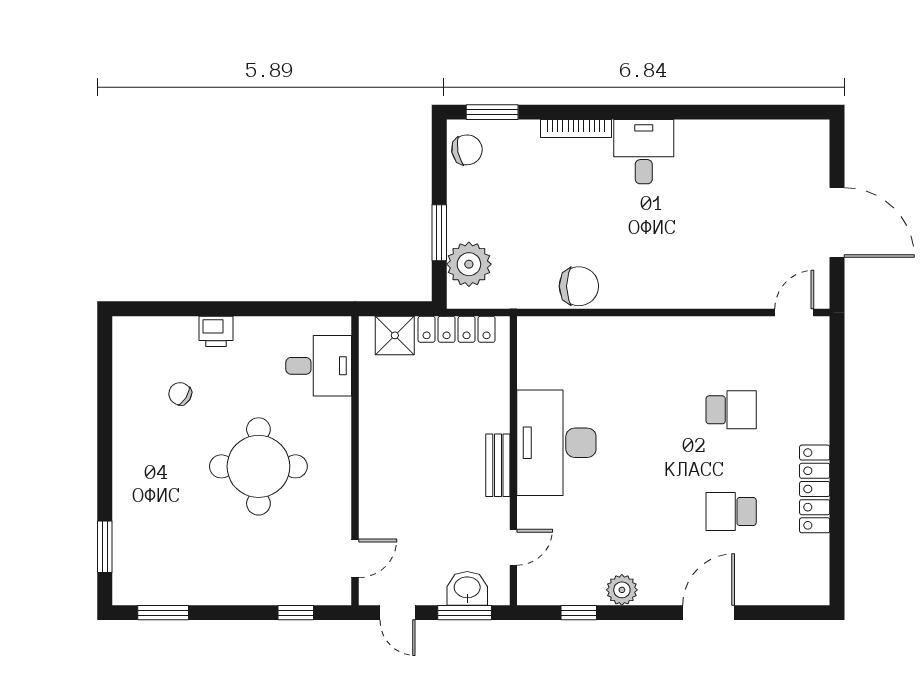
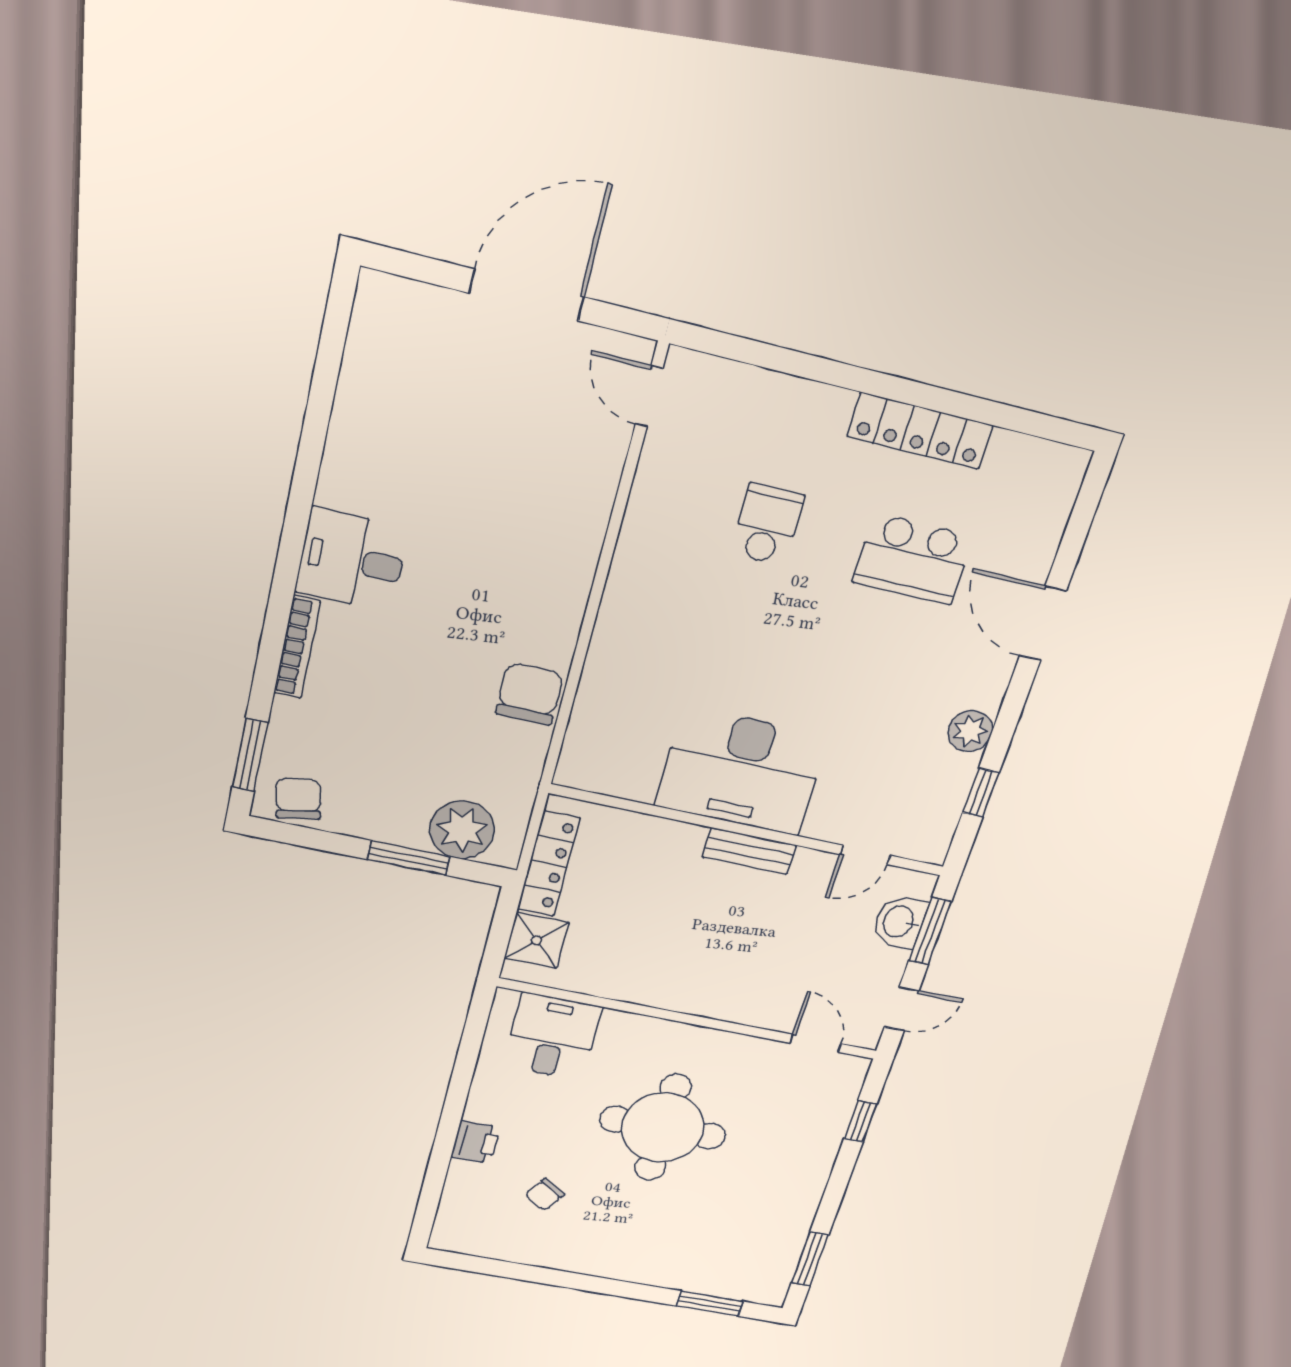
school desk: (731, 512) -> (913, 559), width x1.85
door: (513, 547) -> (865, 855), swing flipped

